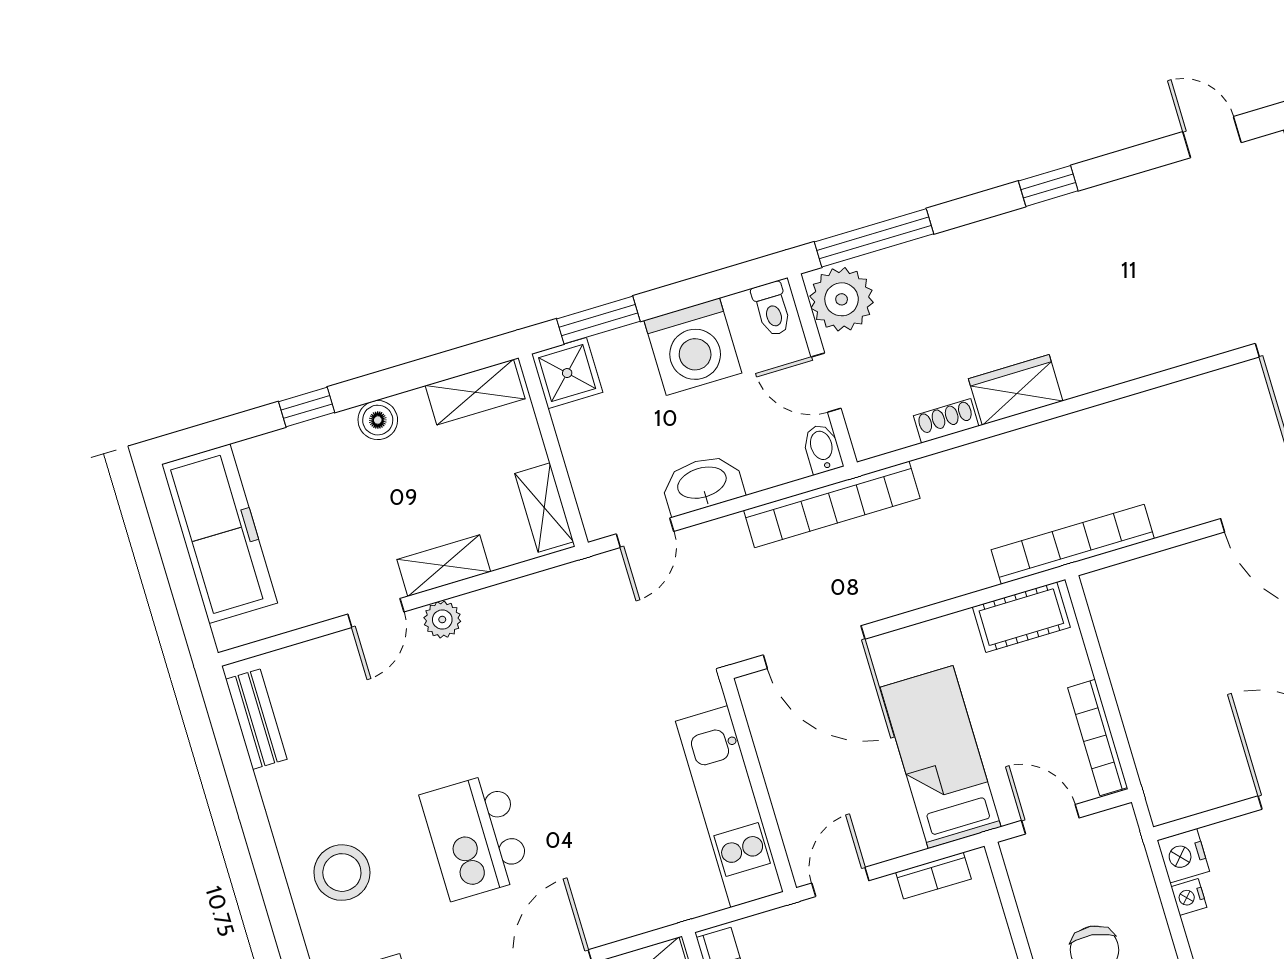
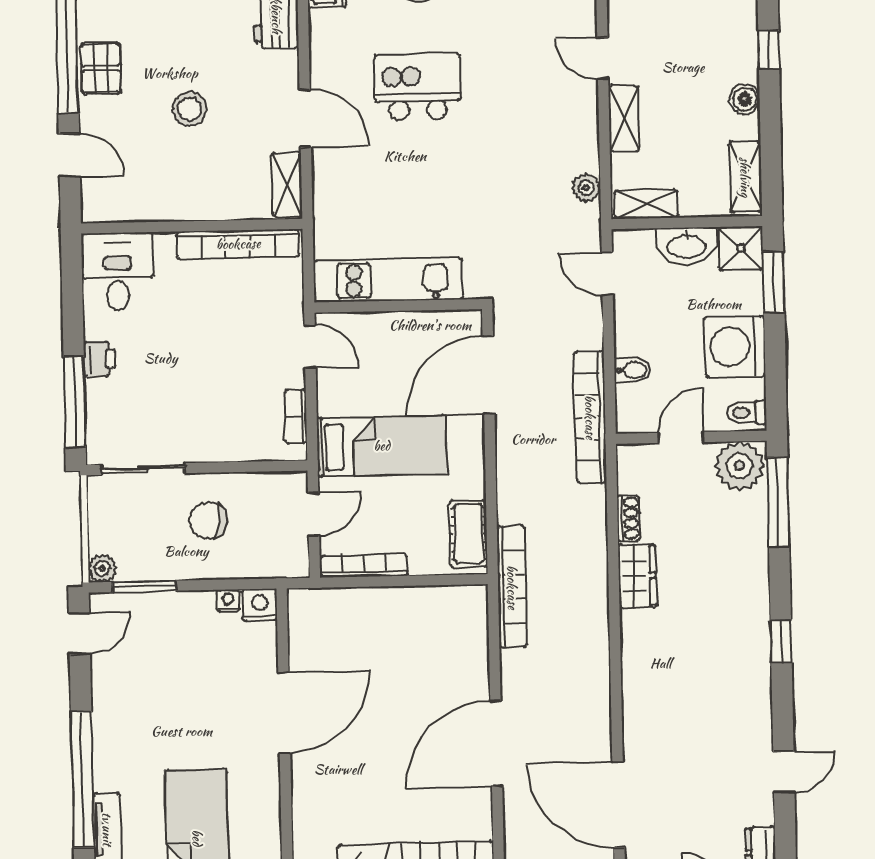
bidet: (822, 449) -> (632, 370), moved
washbasin: (702, 484) -> (686, 246), moved, turned 90
plant: (442, 620) -> (586, 188), moved

